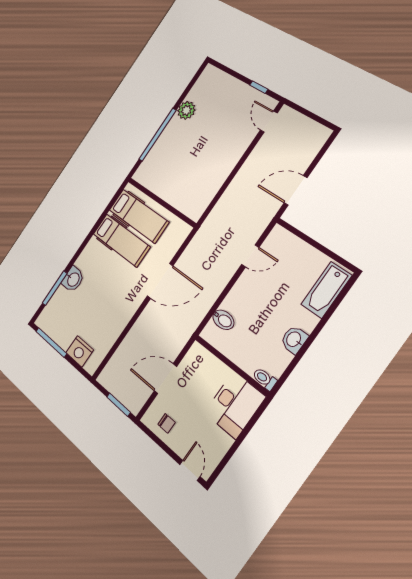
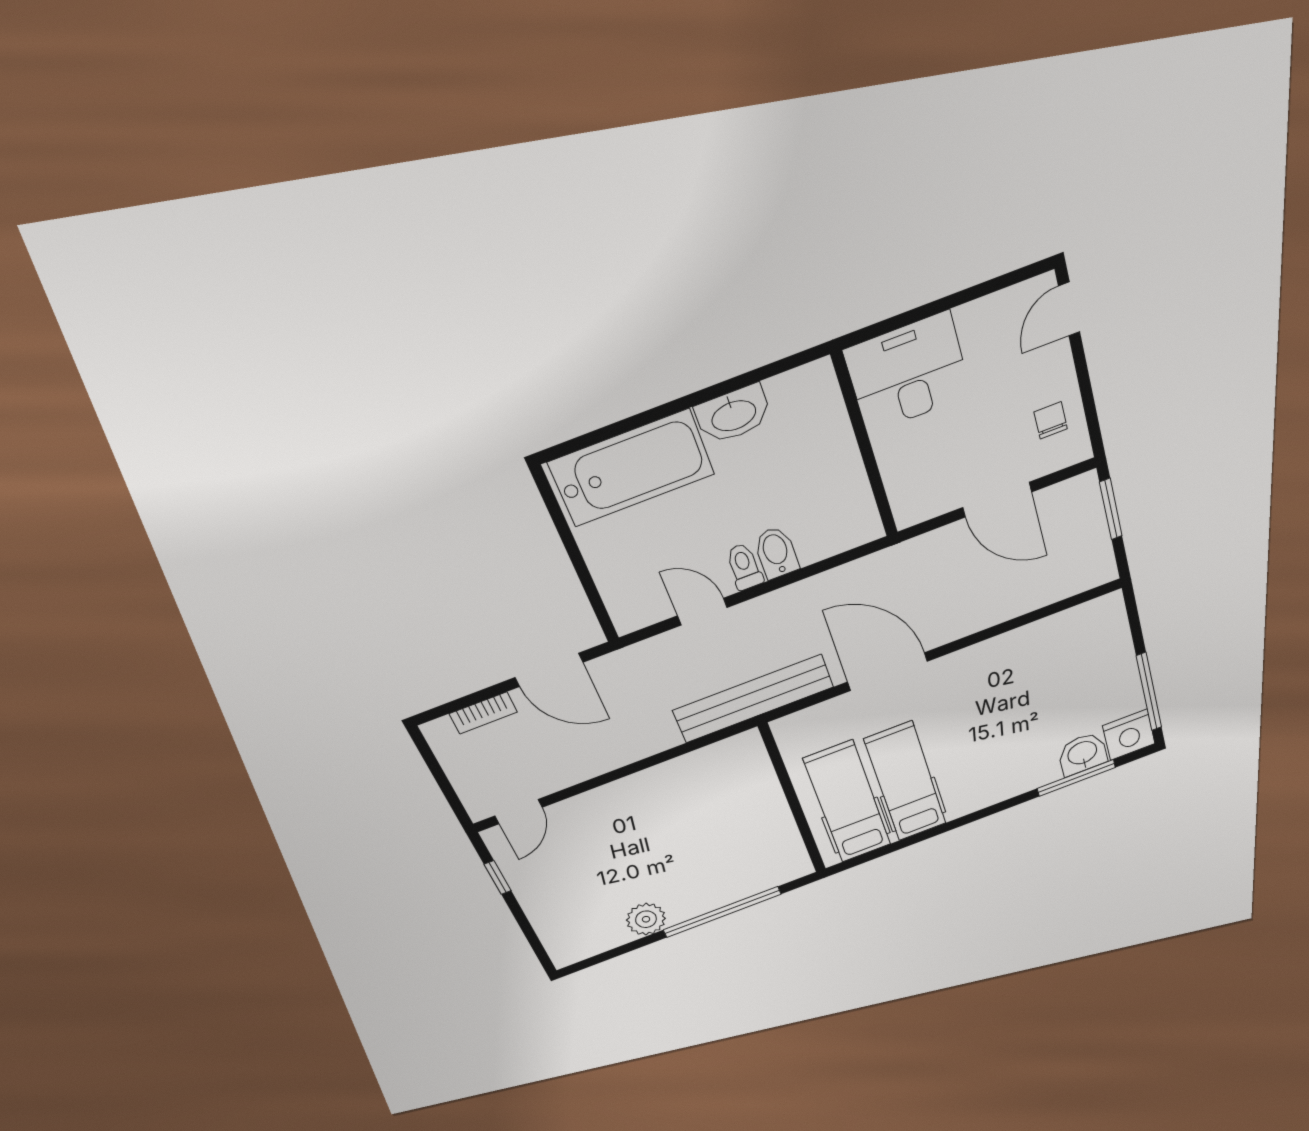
bookcase: (310, 154) -> (483, 713), added
bench: (206, 234) -> (753, 699), added
washbasin: (73, 279) -> (1082, 754), moved
bathtub: (326, 290) -> (632, 468), width x1.36, depth x1.36
bidet: (223, 320) -> (776, 553), moved
washbasin: (294, 340) -> (733, 415), width x1.38
nightstand: (80, 351) -> (1129, 735), moved, turned 90
toilet: (265, 379) -> (744, 567), moved, turned 180

